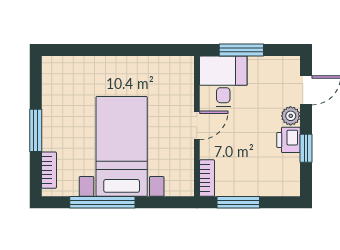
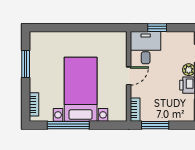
window: (241, 50) -> (157, 28), width x0.67
window: (36, 130) -> (26, 64), moved

